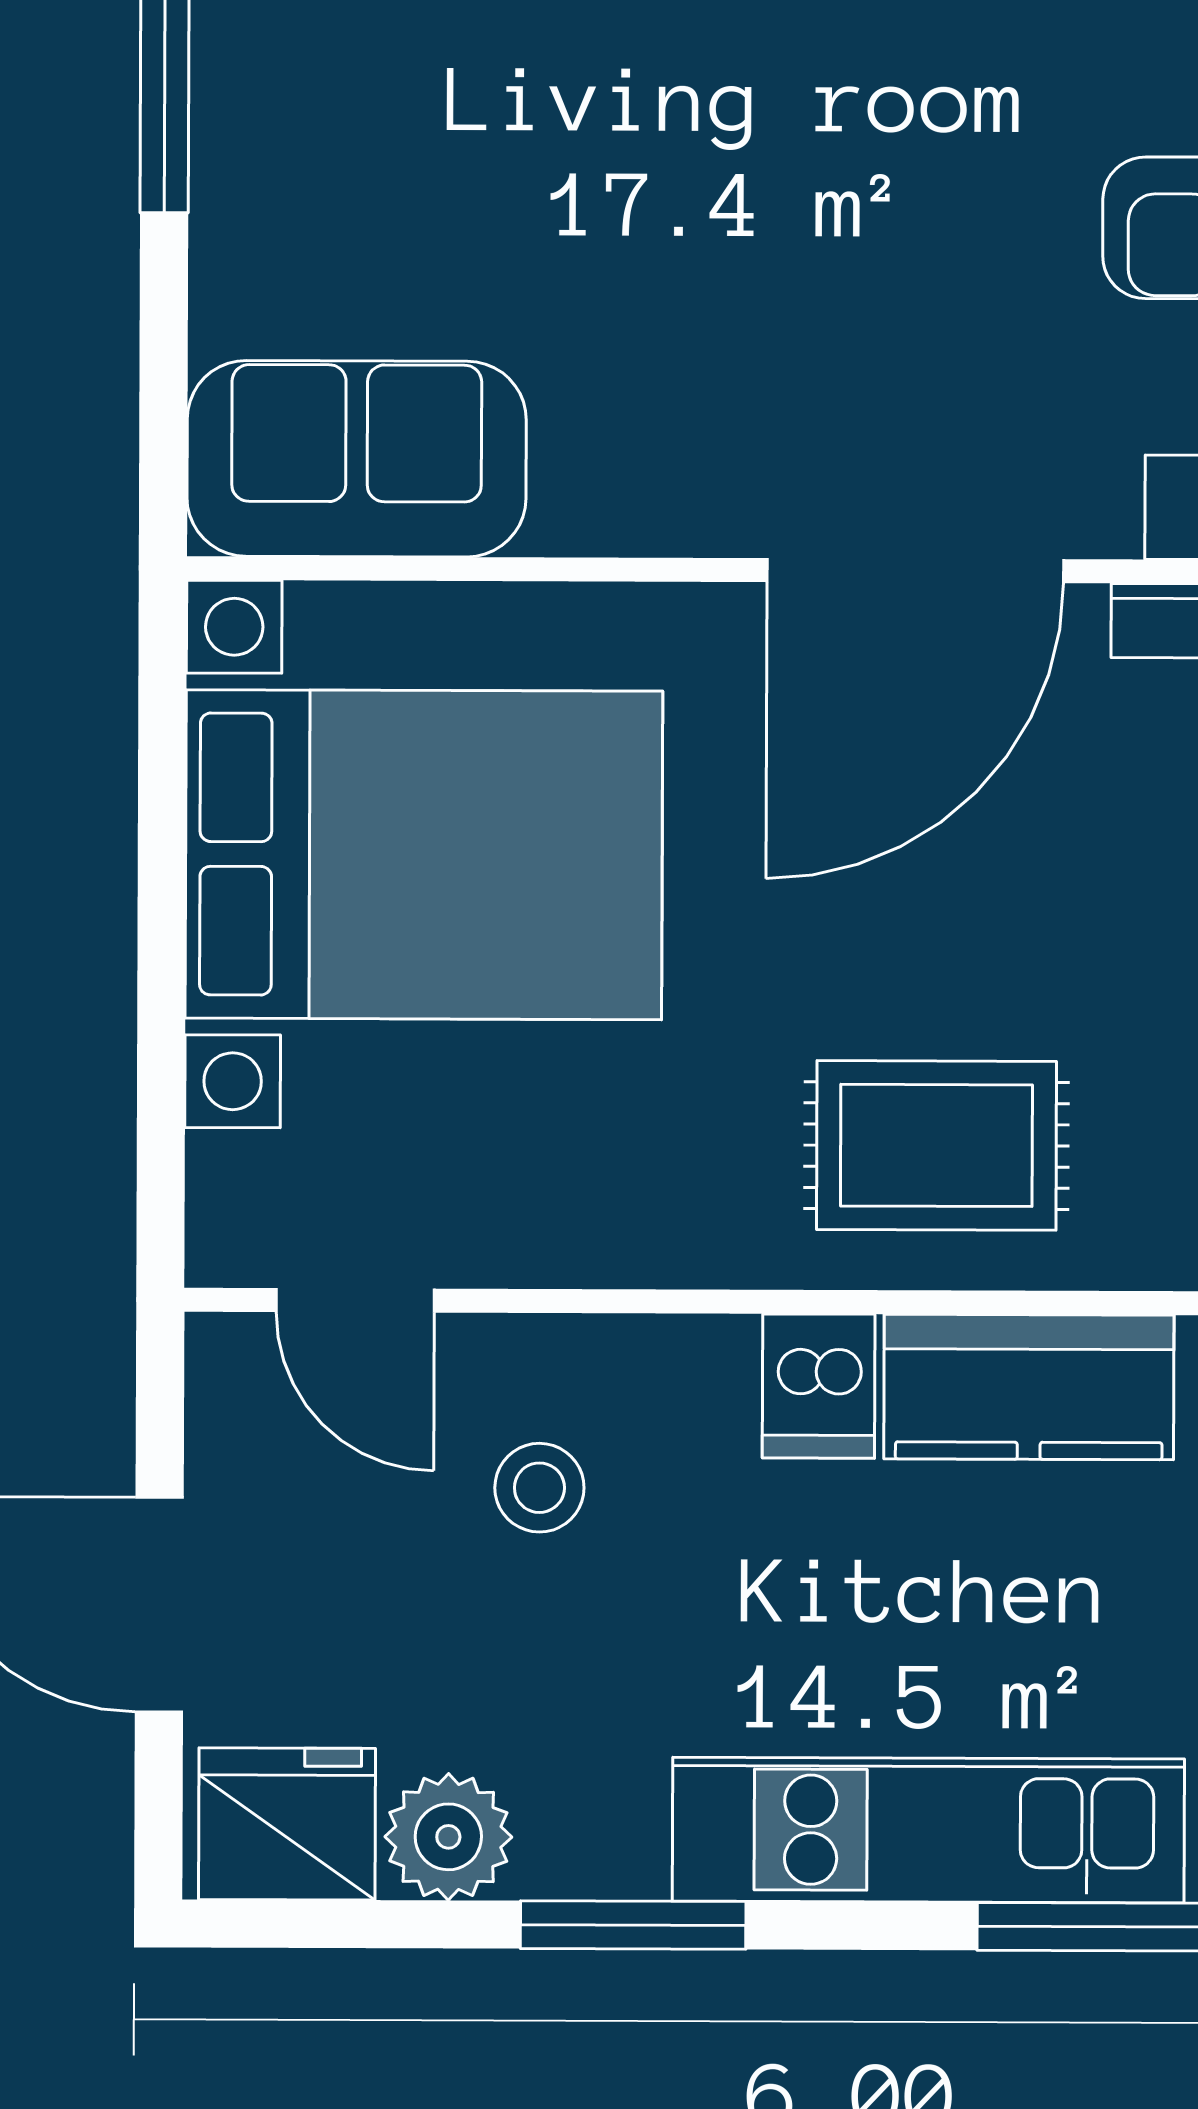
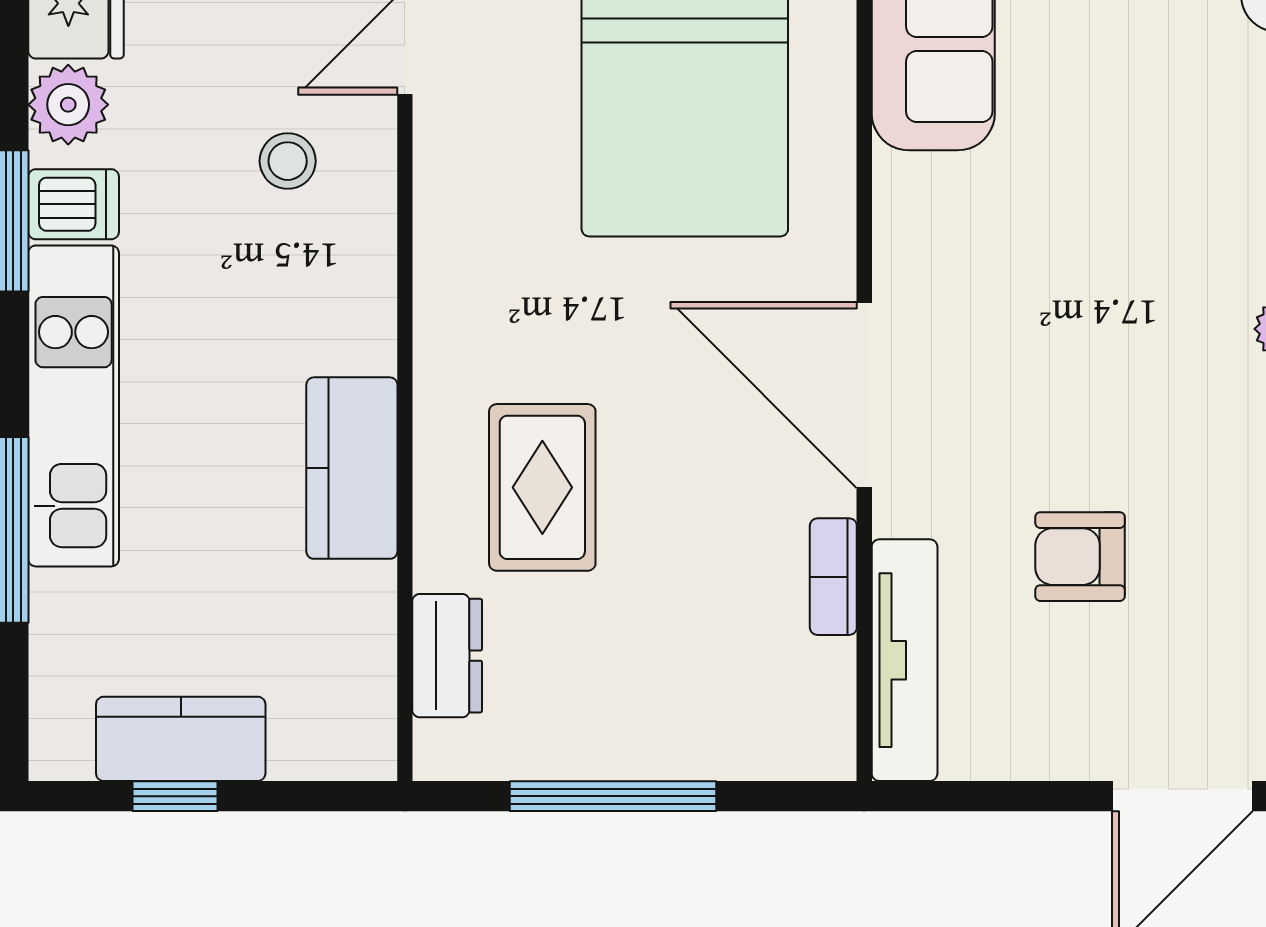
rug: (936, 1145) -> (542, 487), moved
dishwasher: (819, 1386) -> (74, 204), moved, turned 180

